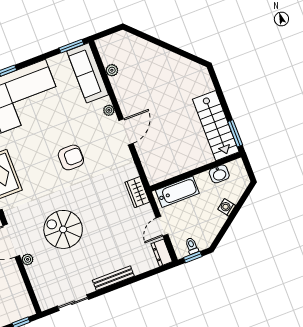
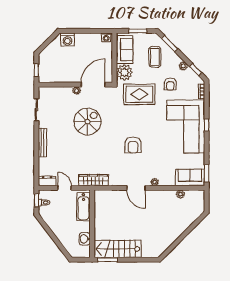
sofa: (88, 73) -> (190, 177), width x0.73
wardrobe: (137, 192) -> (93, 180), width x1.50
washing machine: (227, 207) -> (61, 235), removed

